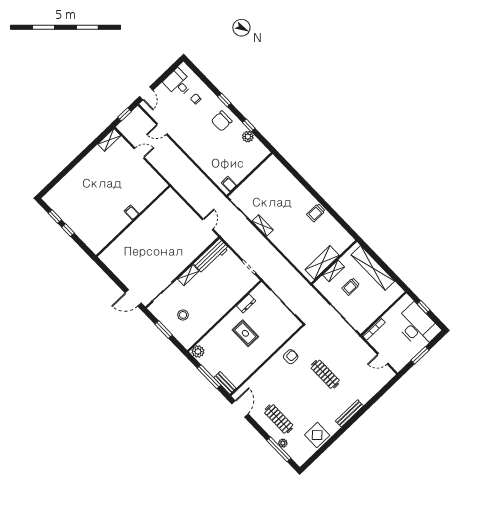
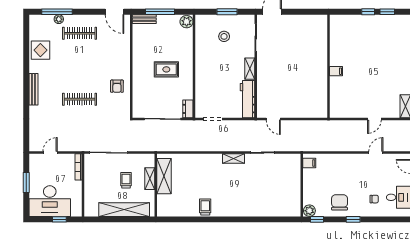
wall: (250, 174) -> (302, 185), moved
filing cabinet: (229, 184) -> (309, 163), moved
dresser: (246, 303) -> (188, 109), moved

